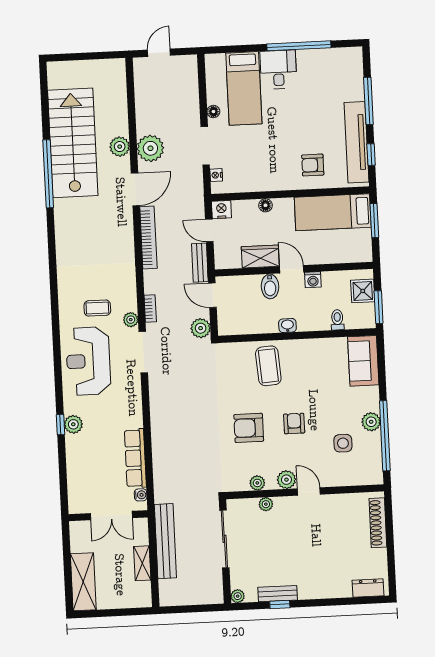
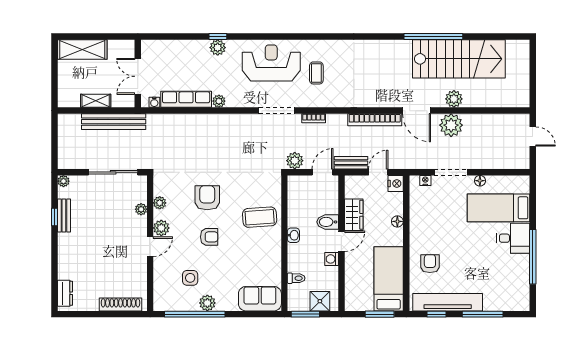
plant: (131, 320) -> (219, 101), moved

